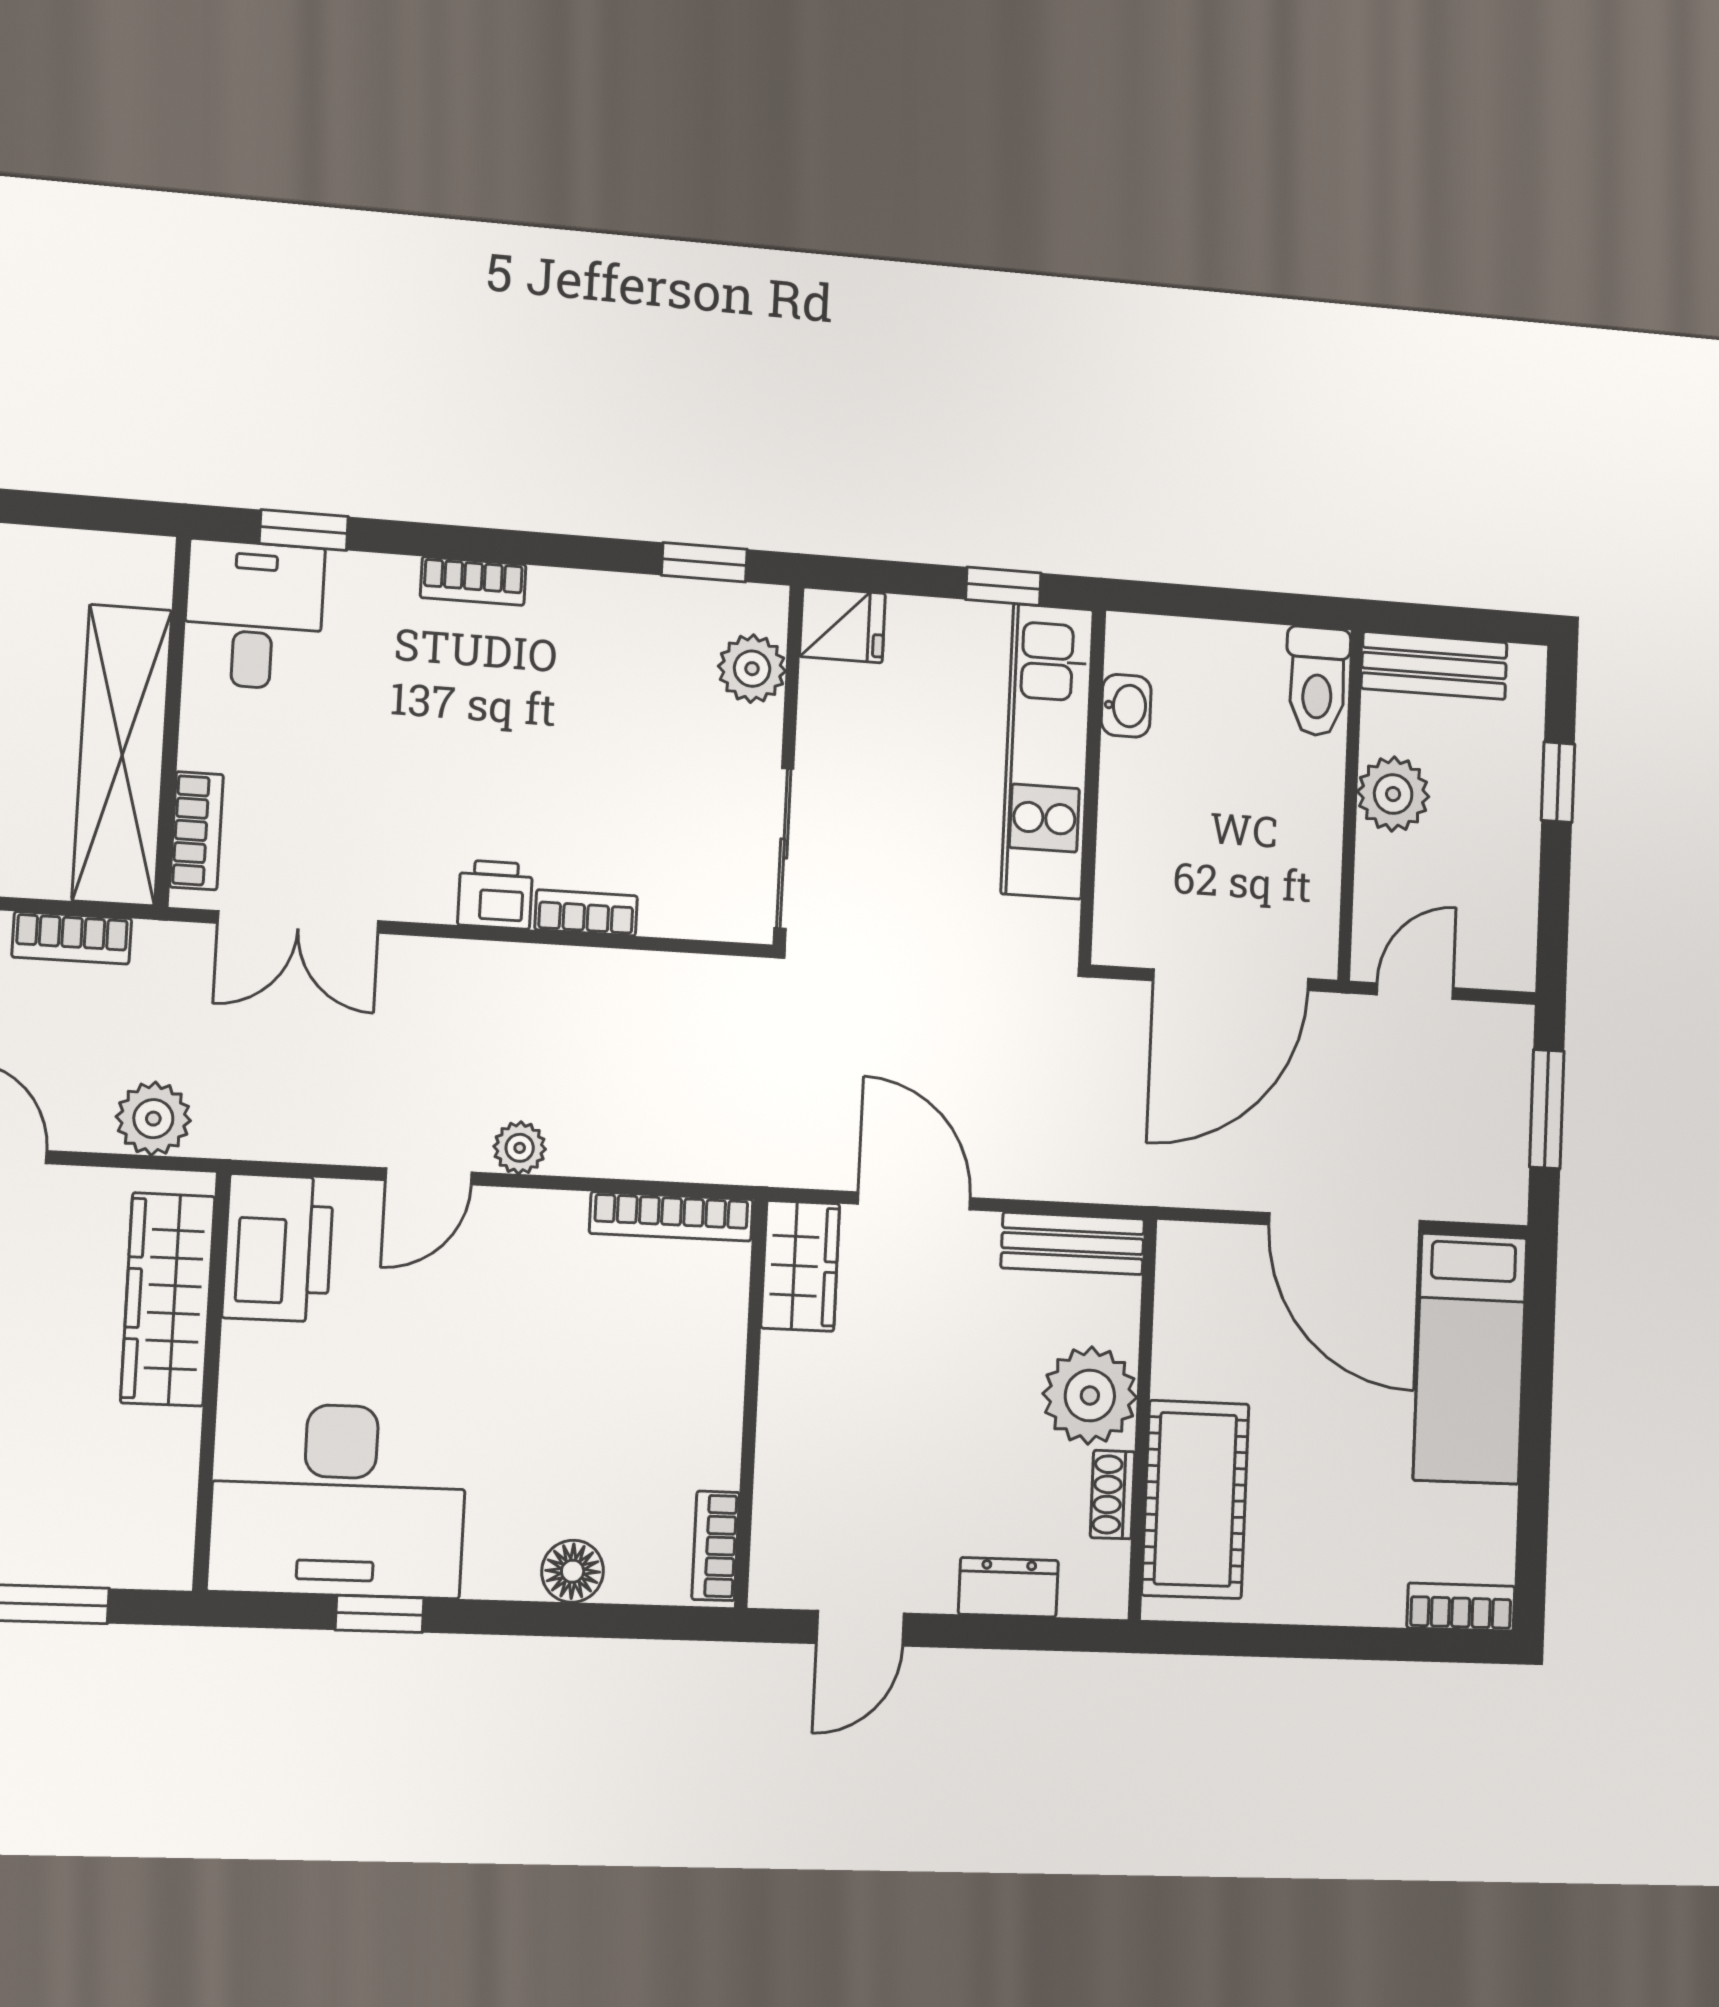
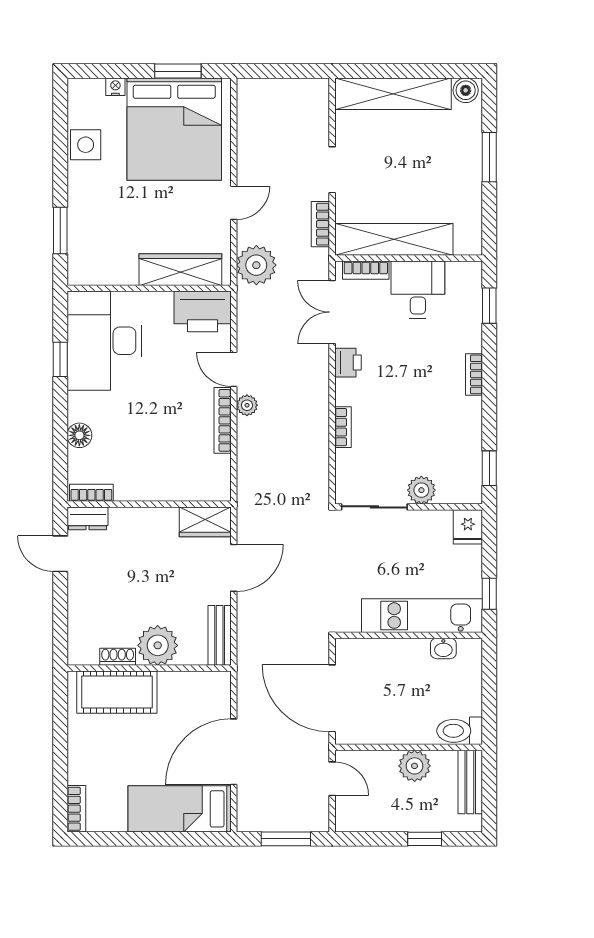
desk: (254, 615) -> (418, 290), moved, turned -90
plant: (752, 669) -> (421, 490), moved
printer: (495, 895) -> (348, 363), moved
plant: (153, 1119) -> (256, 265), width x1.36, depth x1.36
bookcase: (671, 1216) -> (223, 420), moved
dresser: (1008, 1587) -> (88, 518), moved, turned 90

